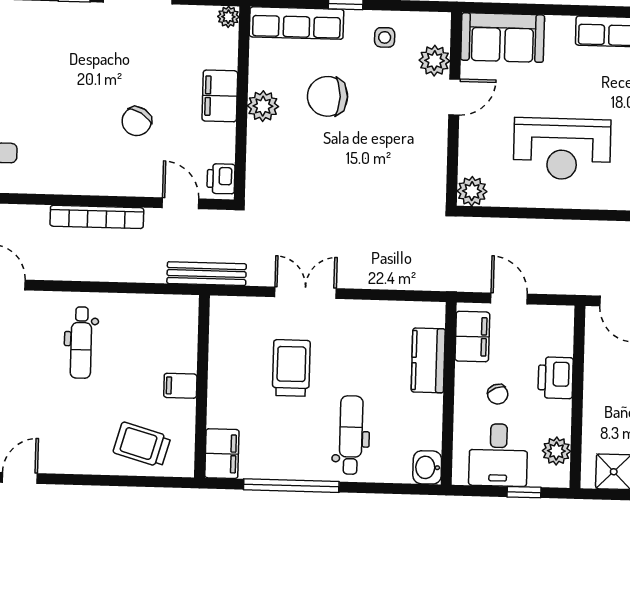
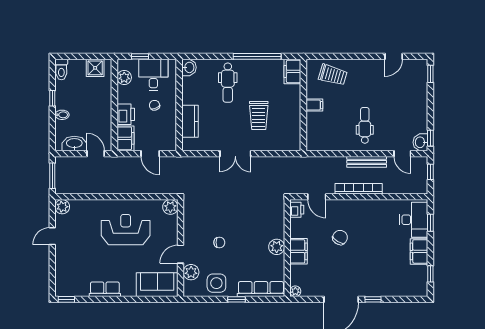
side table: (385, 37) -> (216, 283), width x1.87, depth x1.87
chair: (328, 96) -> (219, 242), moved, width x0.54, depth x0.54
bench: (207, 274) -> (367, 162), moved
double door: (305, 293) -> (235, 154), moved
filing cabinet: (472, 337) -> (125, 138), moved, turned 180

